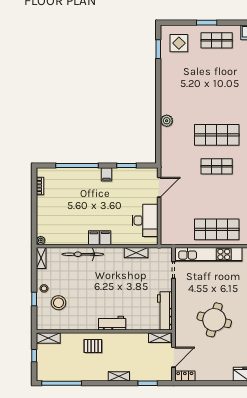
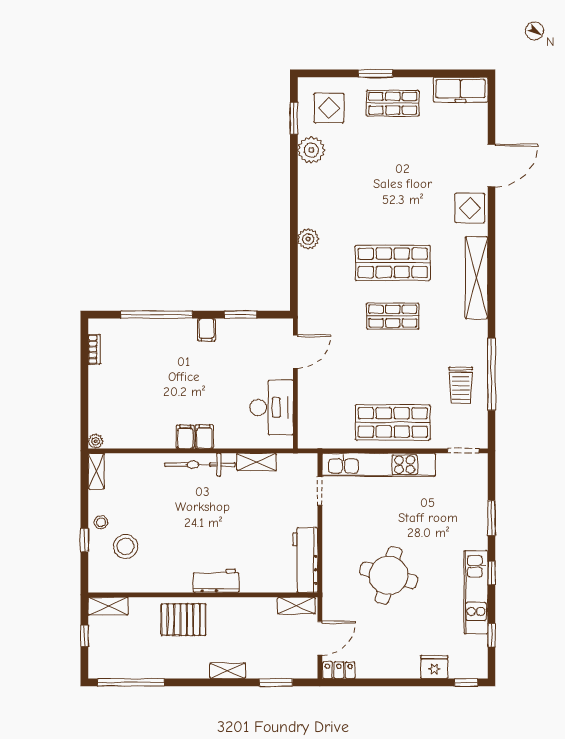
plant: (169, 68) -> (311, 150), added
bicycle: (83, 254) -> (200, 465), moved
pallet: (93, 346) -> (184, 620), width x1.50, depth x1.42

